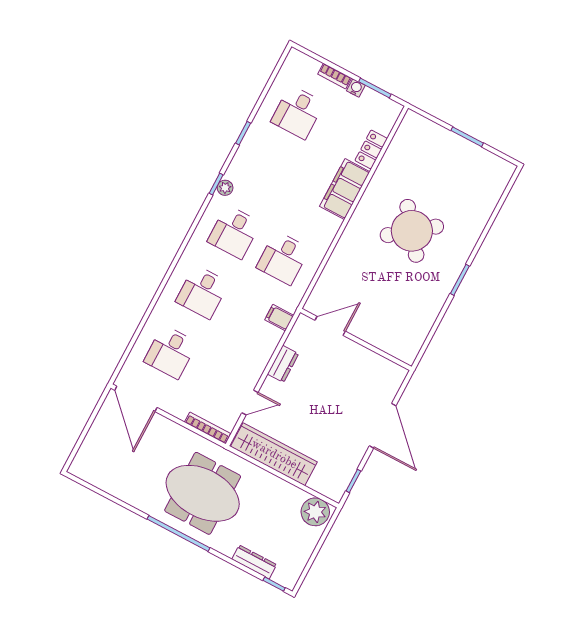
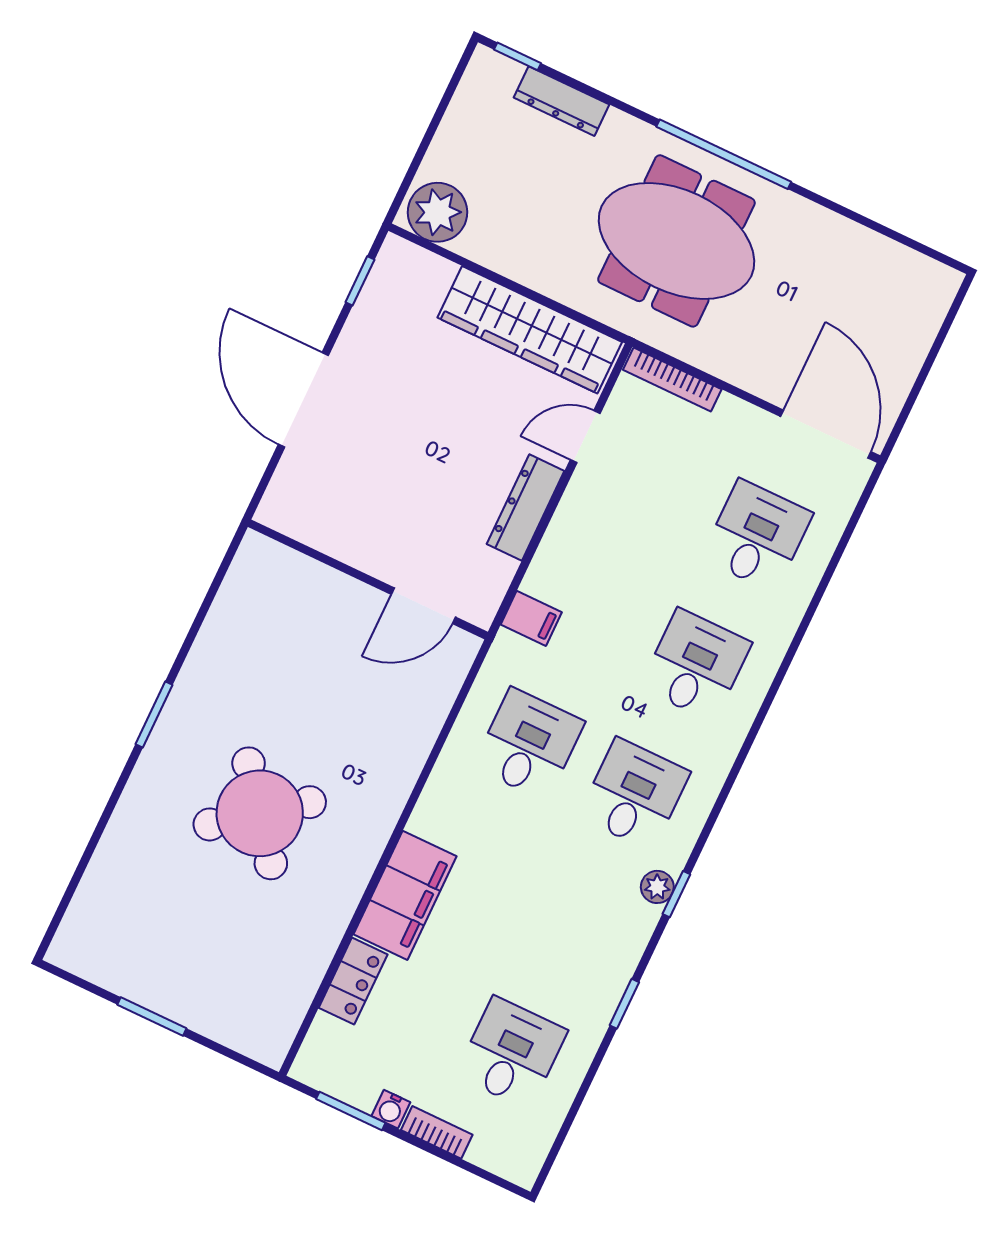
dresser: (283, 364) -> (526, 507), width x1.44

